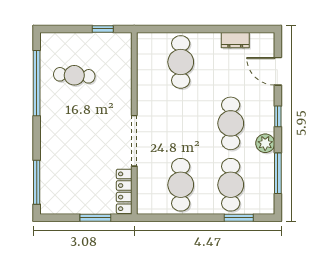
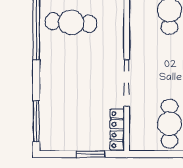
cafe table: (74, 75) -> (71, 22), width x1.37, depth x1.35

